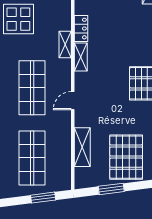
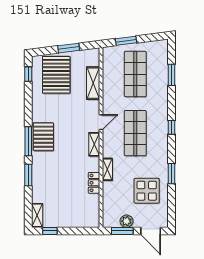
shelving: (81, 57) -> (94, 144), moved

